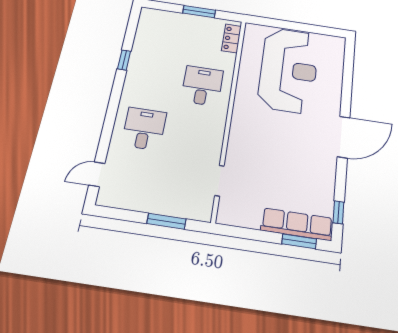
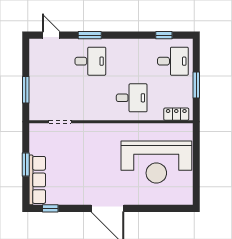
desk: (165, 32) -> (173, 61), added
window: (124, 60) -> (164, 35), moved
window: (109, 124) -> (90, 35), added
window: (299, 241) -> (26, 165), moved

